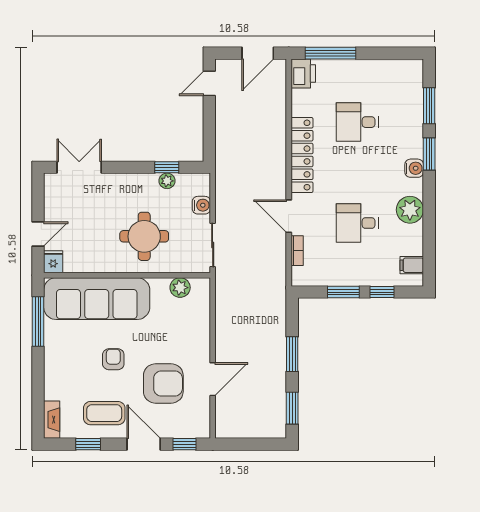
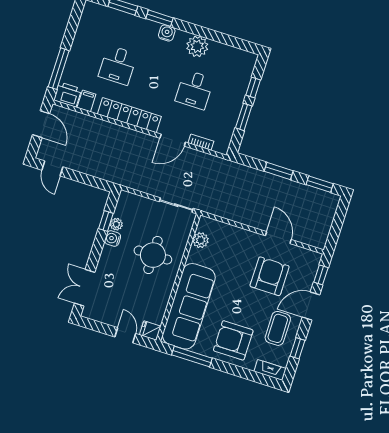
water cooler: (201, 205) -> (113, 238), moved, turned -90
filing cabinet: (412, 265) -> (86, 101), moved, turned 180
armchair: (113, 359) -> (233, 340), moved, width x1.88, depth x1.88

